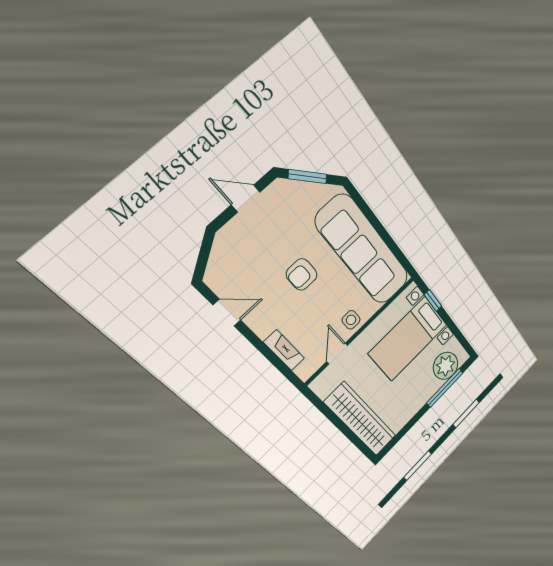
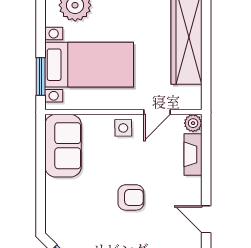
sofa: (363, 250) -> (63, 146), width x0.54, depth x0.79
window: (433, 300) -> (41, 77), width x1.50
plant: (305, 371) -> (193, 123), added

